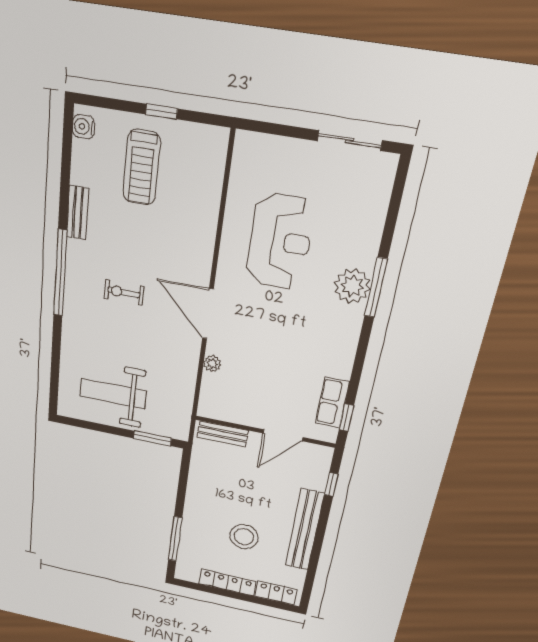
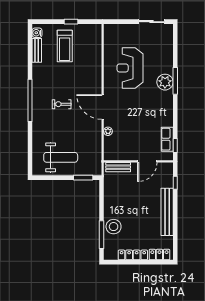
bench: (78, 213) -> (37, 50), moved
reception desk: (280, 242) -> (130, 68), turned 180
weight bench: (113, 394) -> (61, 157), turned 180
stool: (244, 537) -> (114, 227), moved

